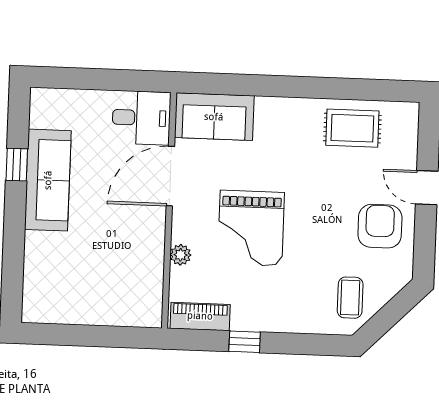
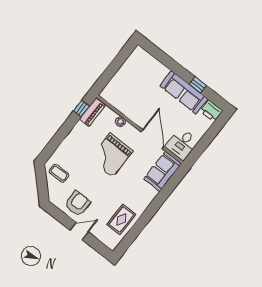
printer: (45, 108) -> (211, 111), added
armchair: (380, 226) -> (78, 203), turned -90
grand piano: (251, 228) -> (111, 155), turned -90
window: (245, 342) -> (81, 109), moved

